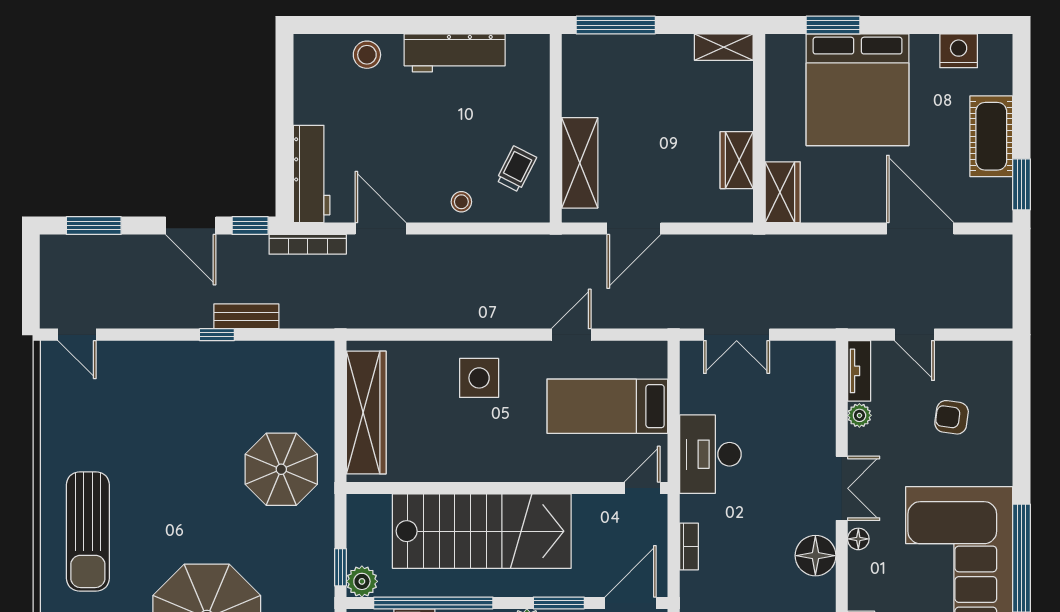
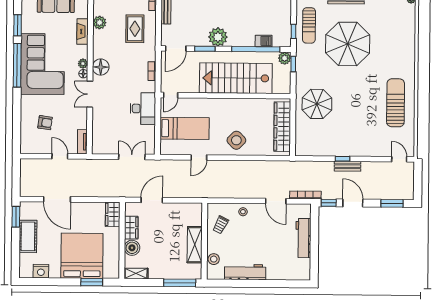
stool: (367, 55) -> (214, 259), moved
boiler: (734, 110) -> (132, 248), added
shelving: (580, 163) -> (195, 245), moved
workbench: (312, 174) -> (303, 238), moved
door: (634, 228) -> (152, 200), moved
bench: (246, 316) -> (348, 166), moved
side table: (479, 378) -> (236, 140), turned 45
plant: (859, 415) -> (83, 64), moved
sun lounger: (88, 531) -> (396, 103), moved

